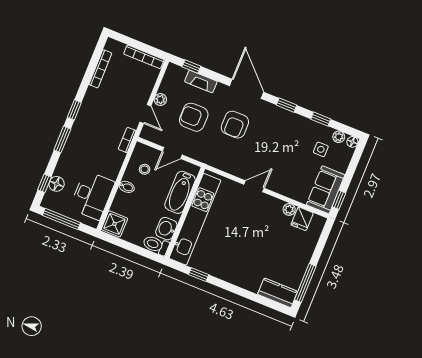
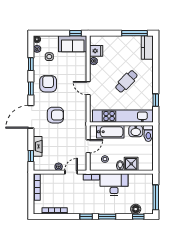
armchair: (194, 117) -> (48, 84), moved, turned 180
door: (172, 153) -> (88, 146), hinge flipped
desk: (92, 195) -> (114, 185), moved
shower: (114, 224) -> (131, 164), moved
cafe table: (242, 244) -> (126, 81), added

